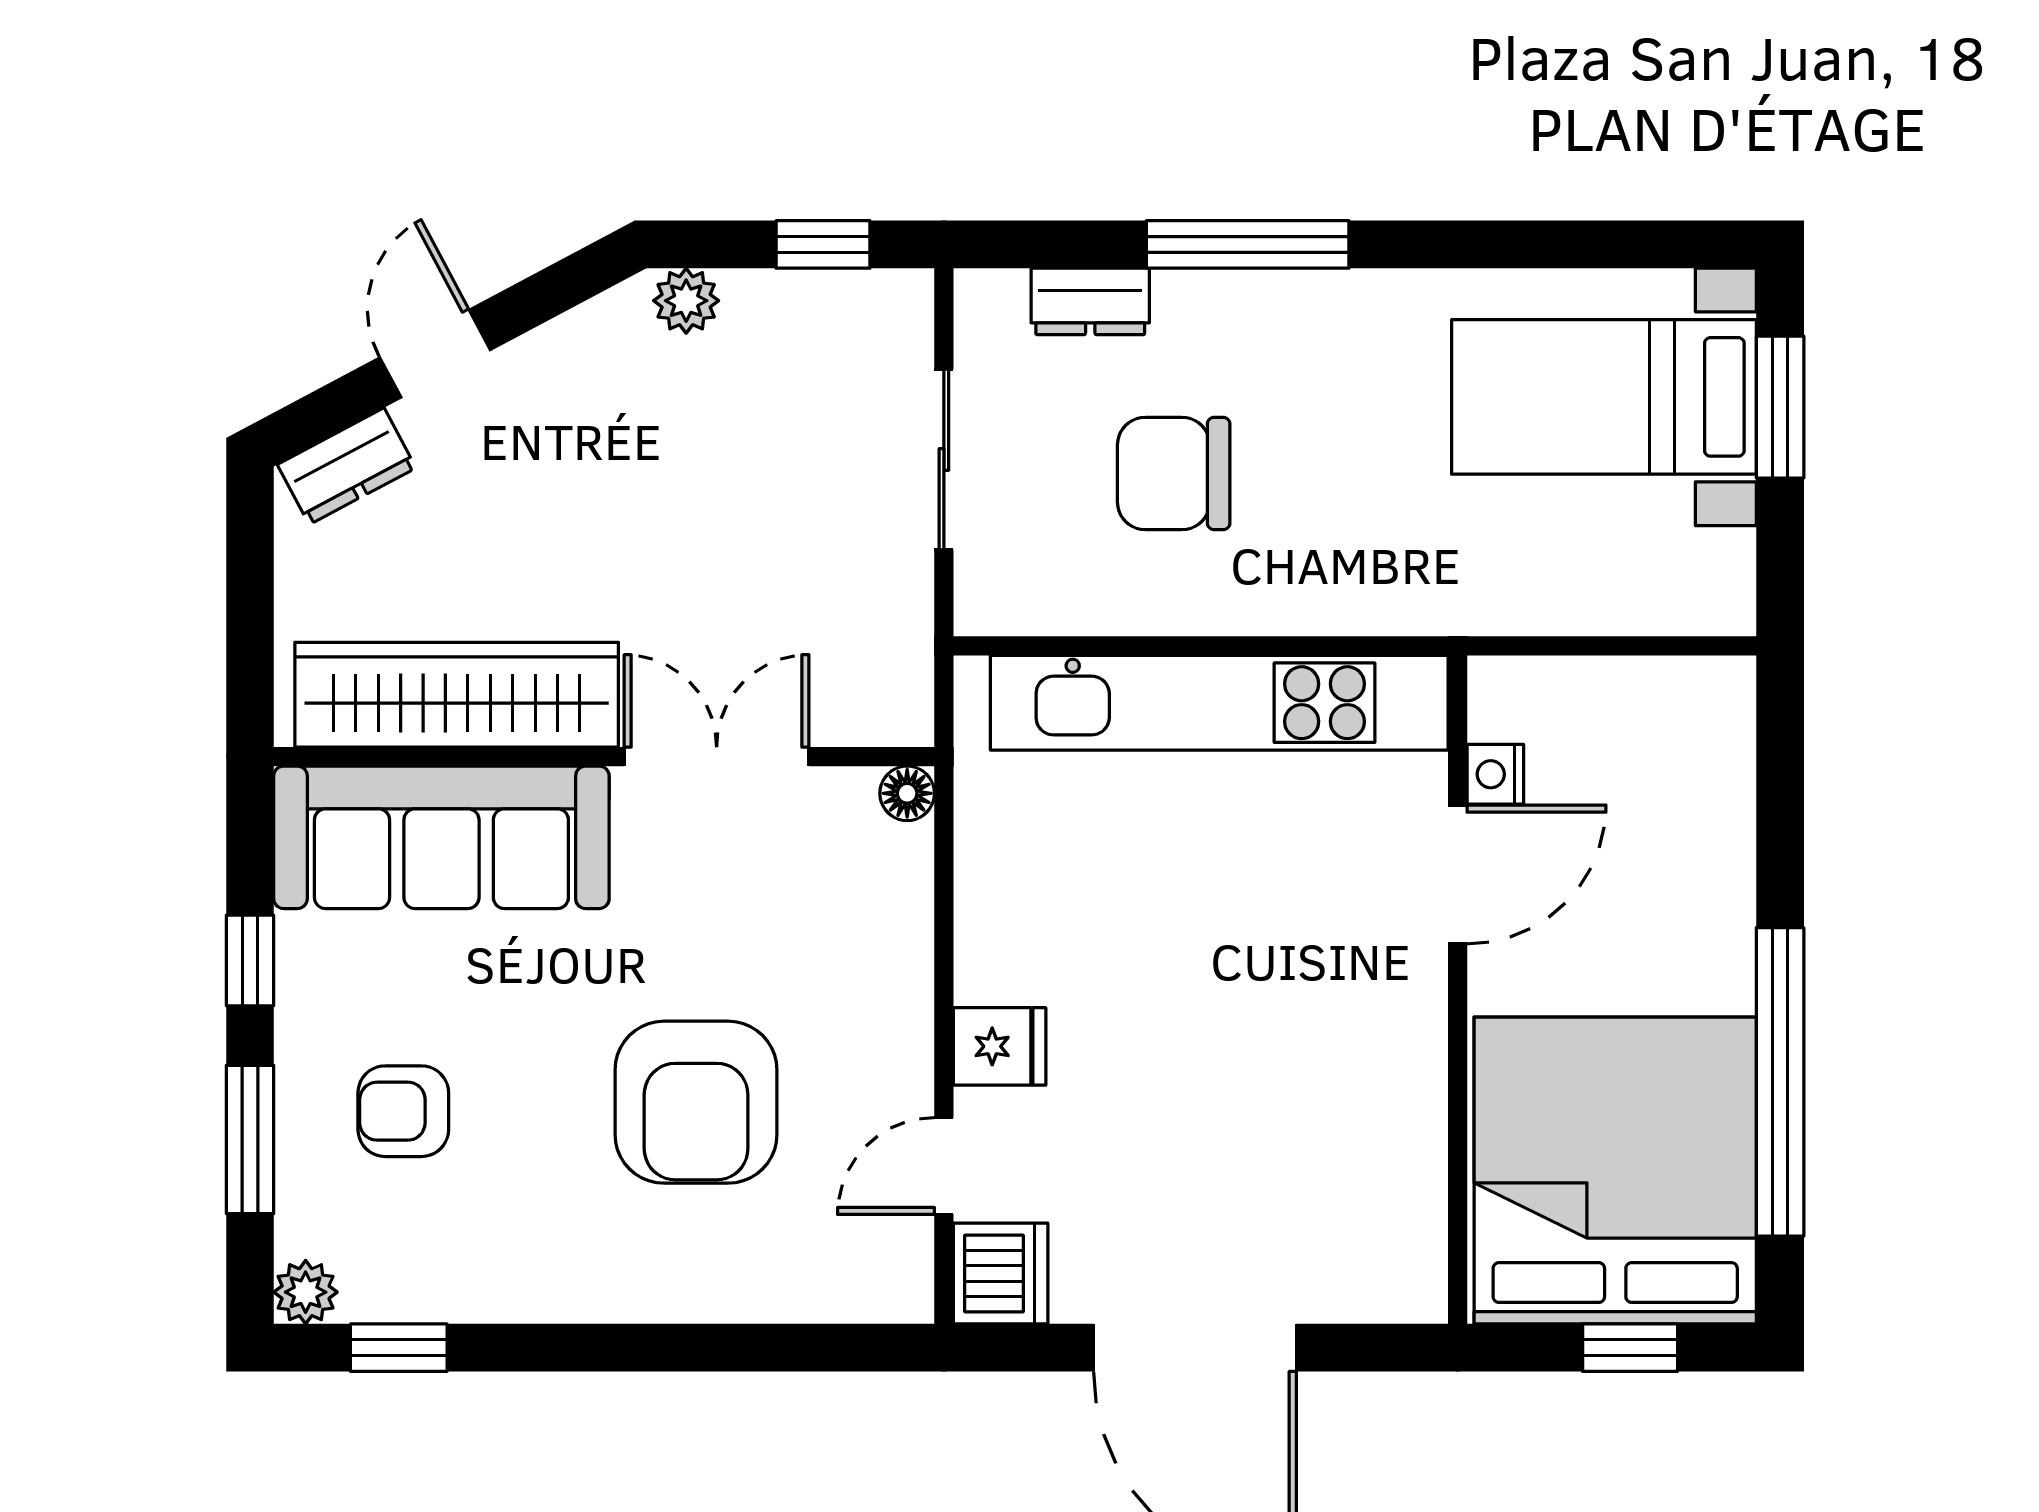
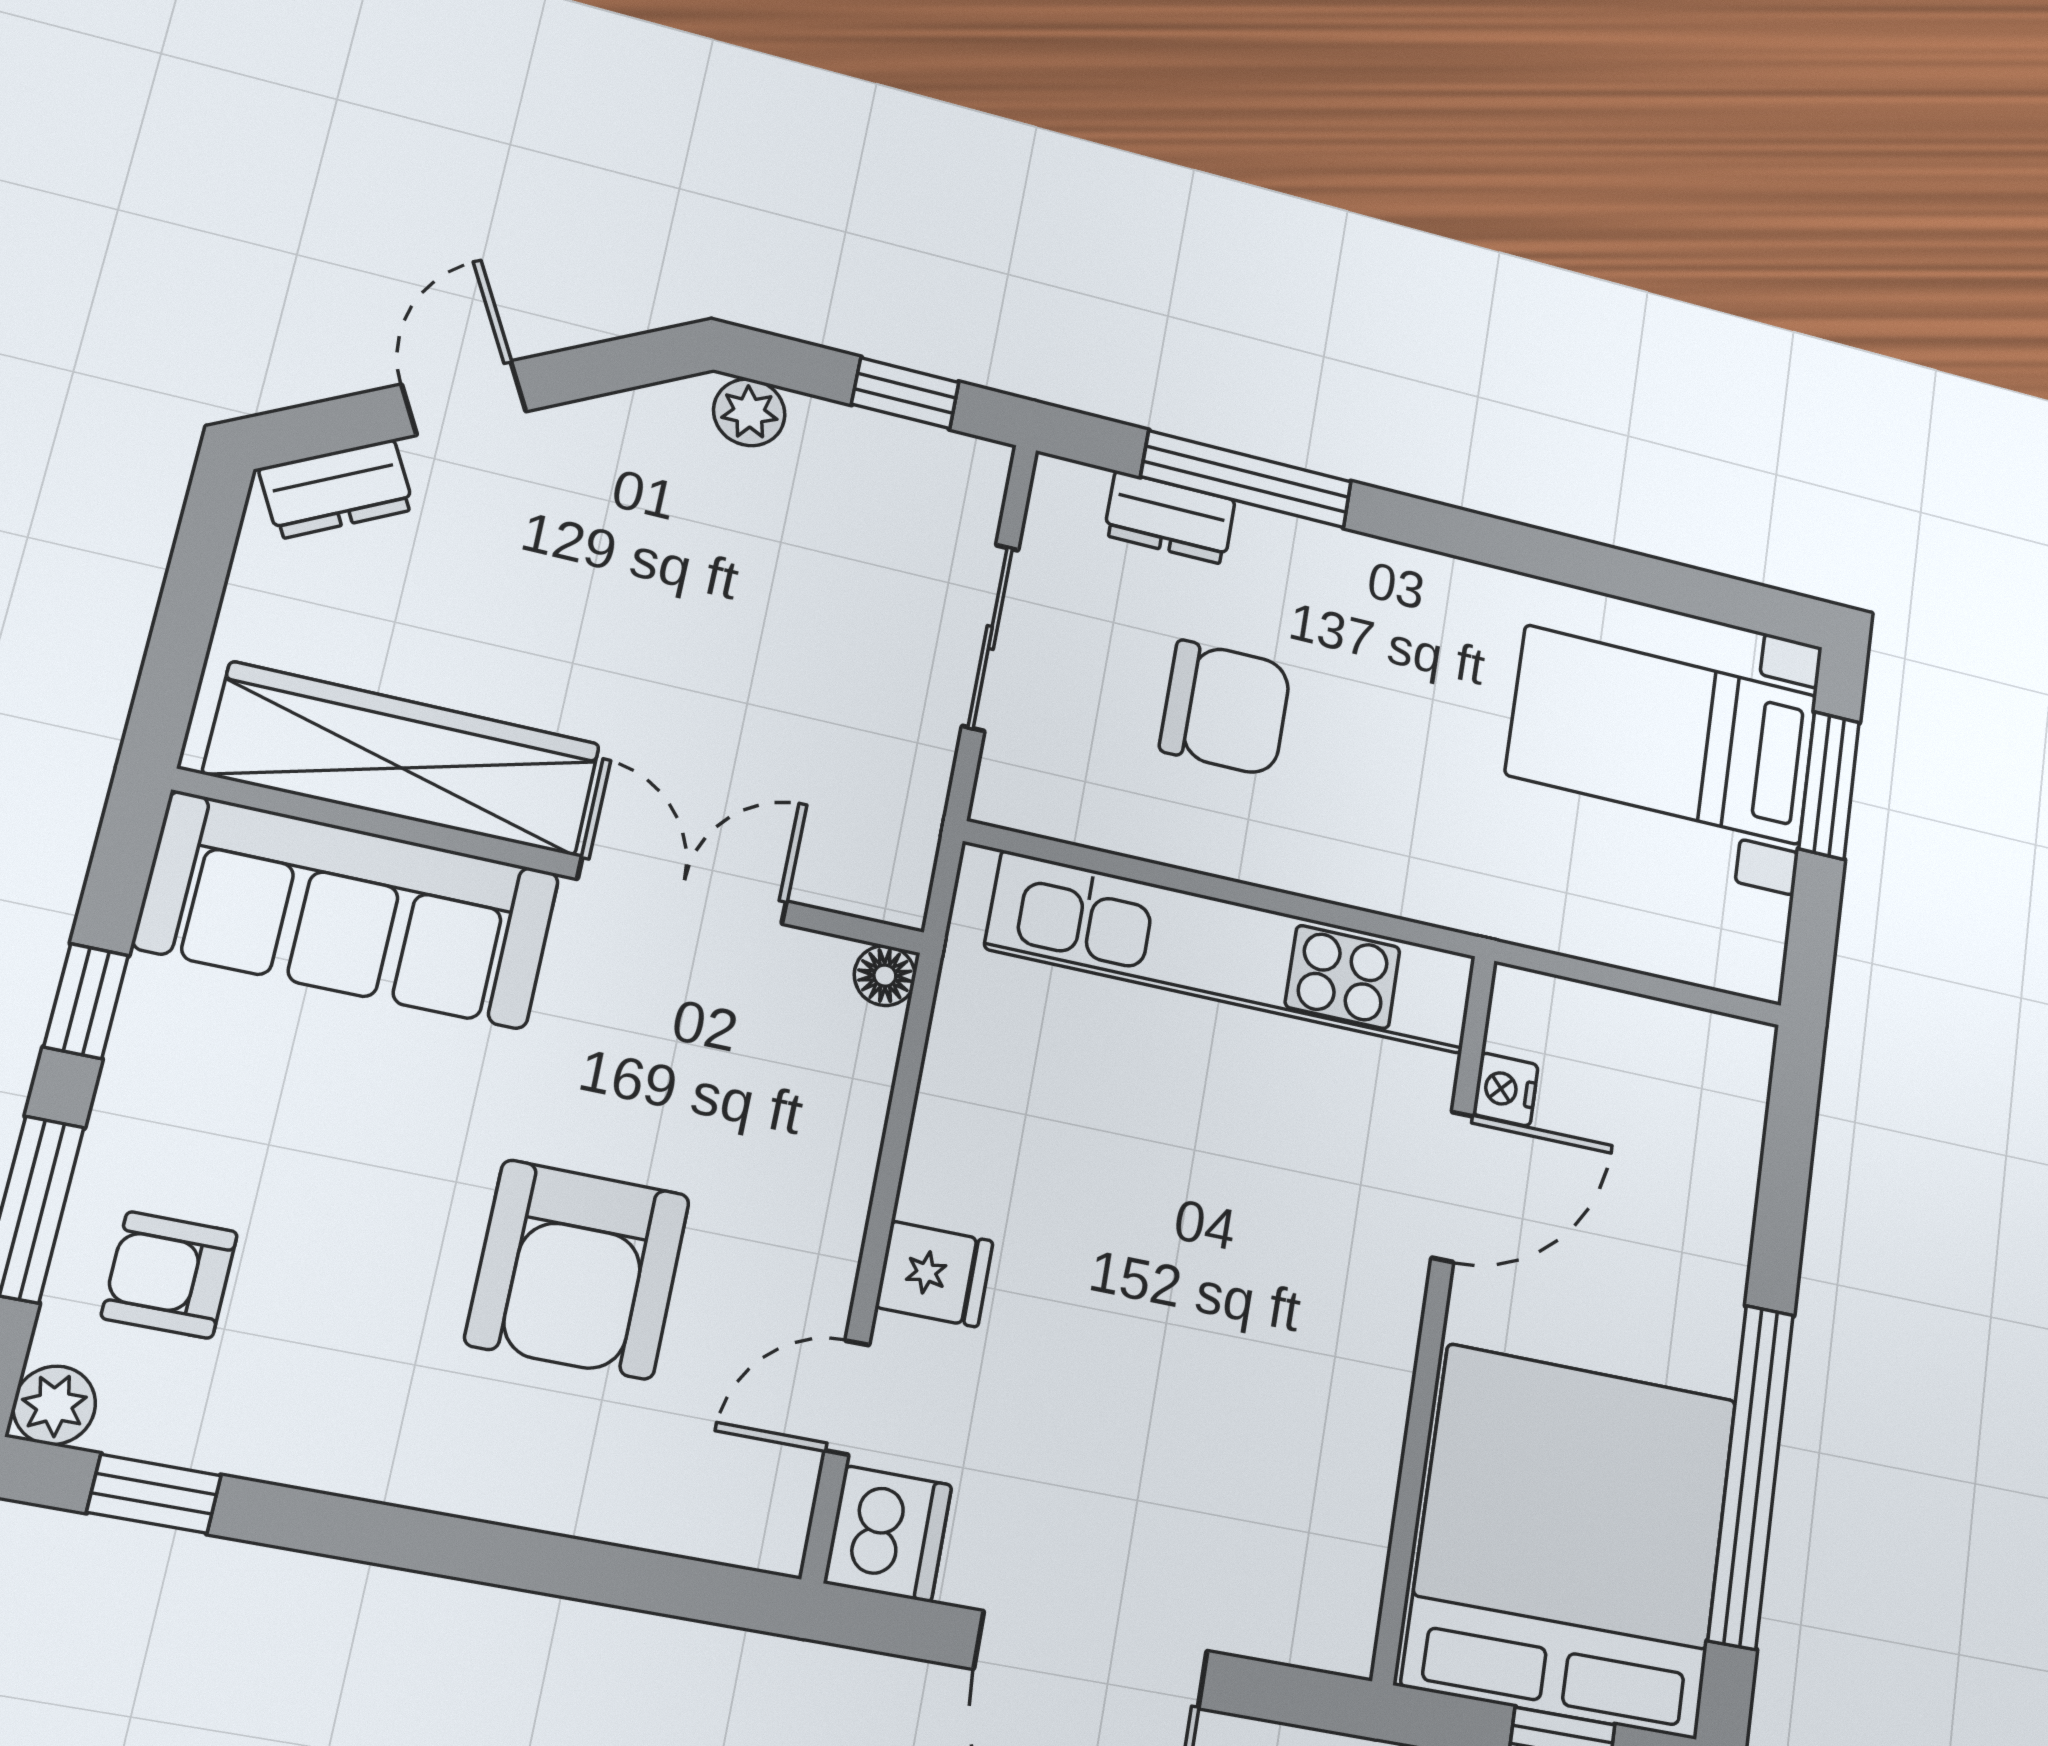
window: (1248, 244) -> (1247, 479), moved
chair: (1174, 473) -> (1226, 708), turned 180
armchair: (403, 1111) -> (170, 1275), moved

